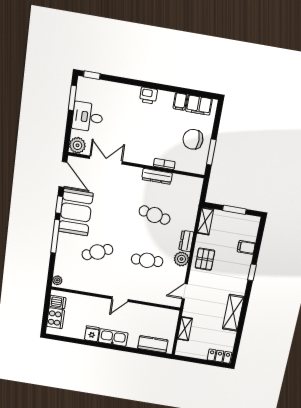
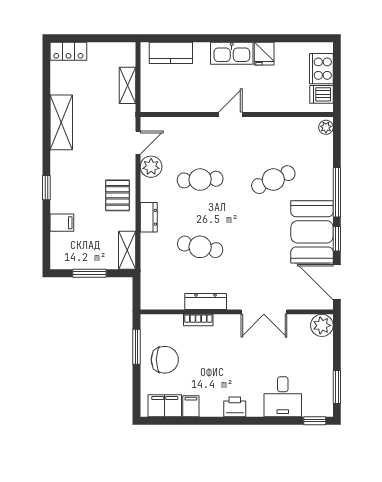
desk: (88, 117) -> (283, 397), moved, turned 90
double door: (106, 160) -> (264, 312), moved
plant: (181, 259) -> (151, 167), moved

